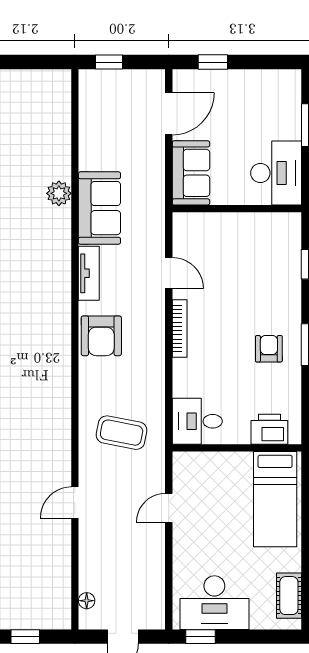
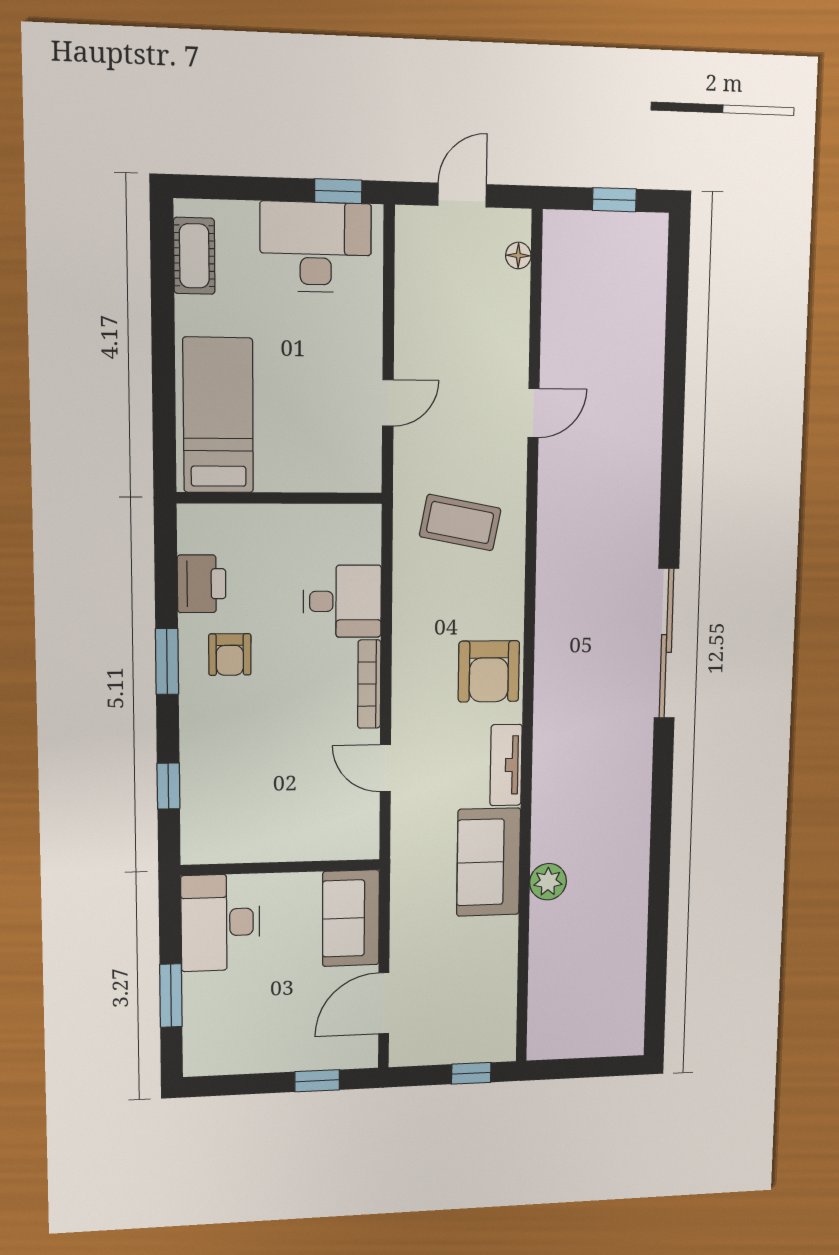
armchair: (101, 336) -> (489, 671), turned 180
desk: (197, 421) -> (342, 601), moved
printer: (269, 429) -> (202, 584), moved, turned -90

